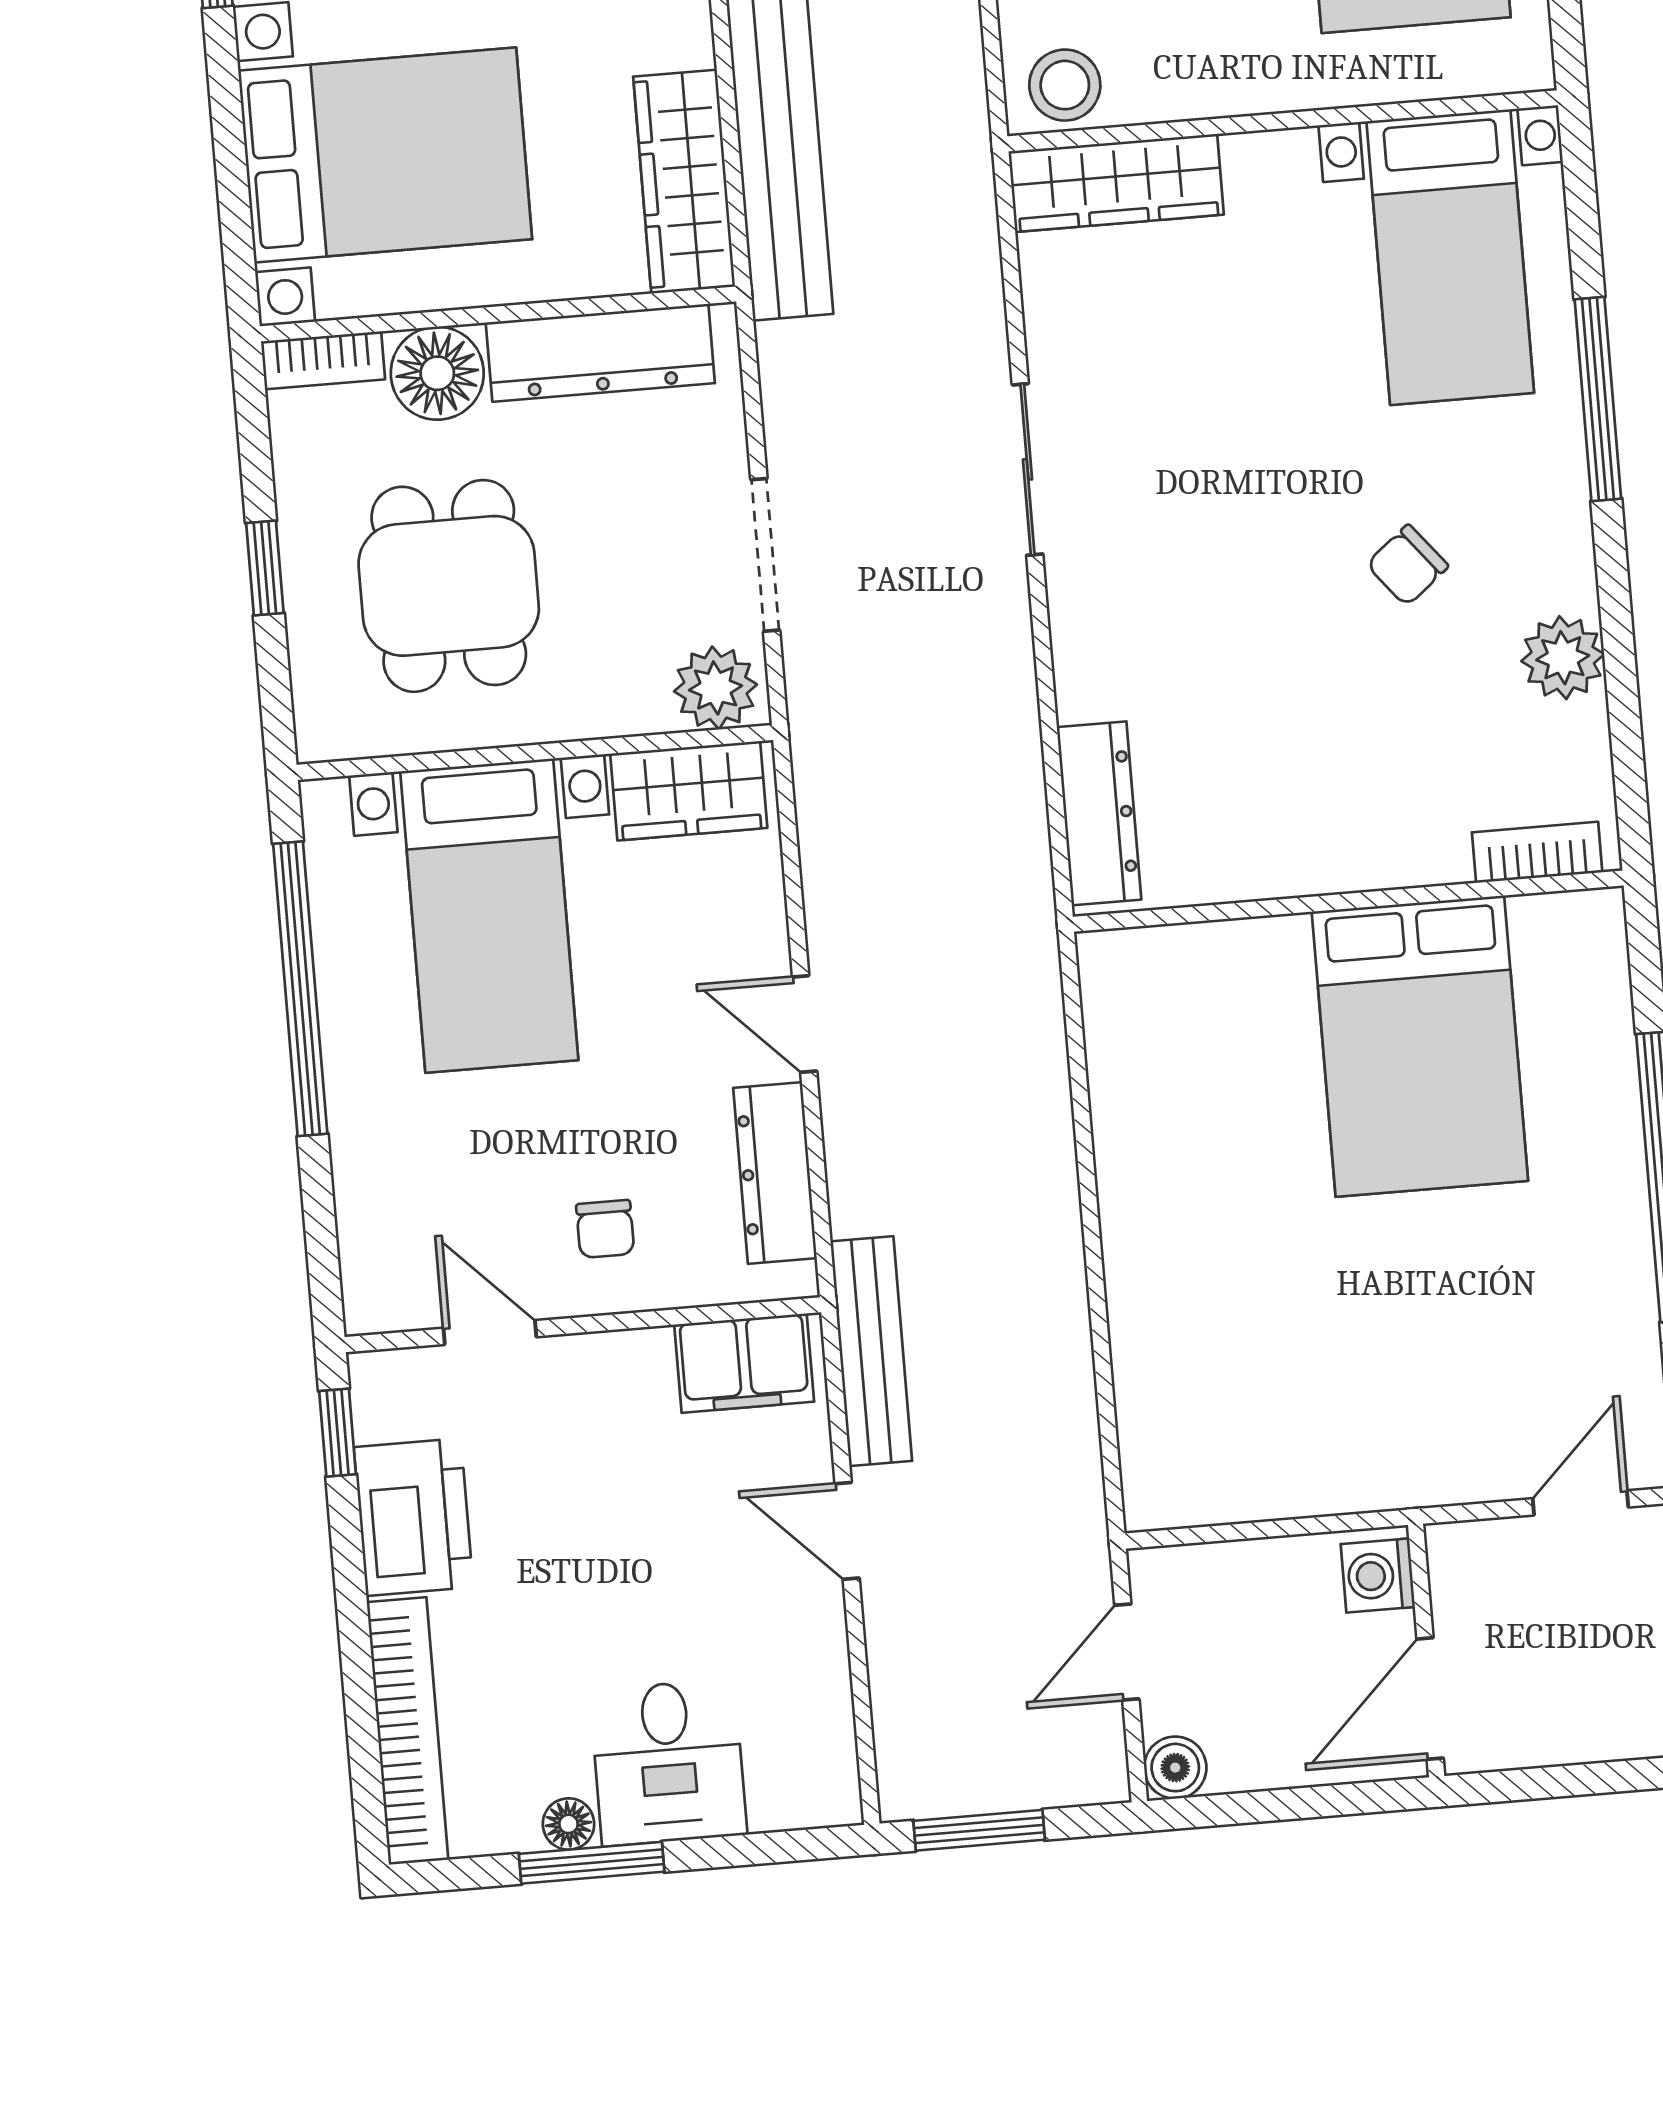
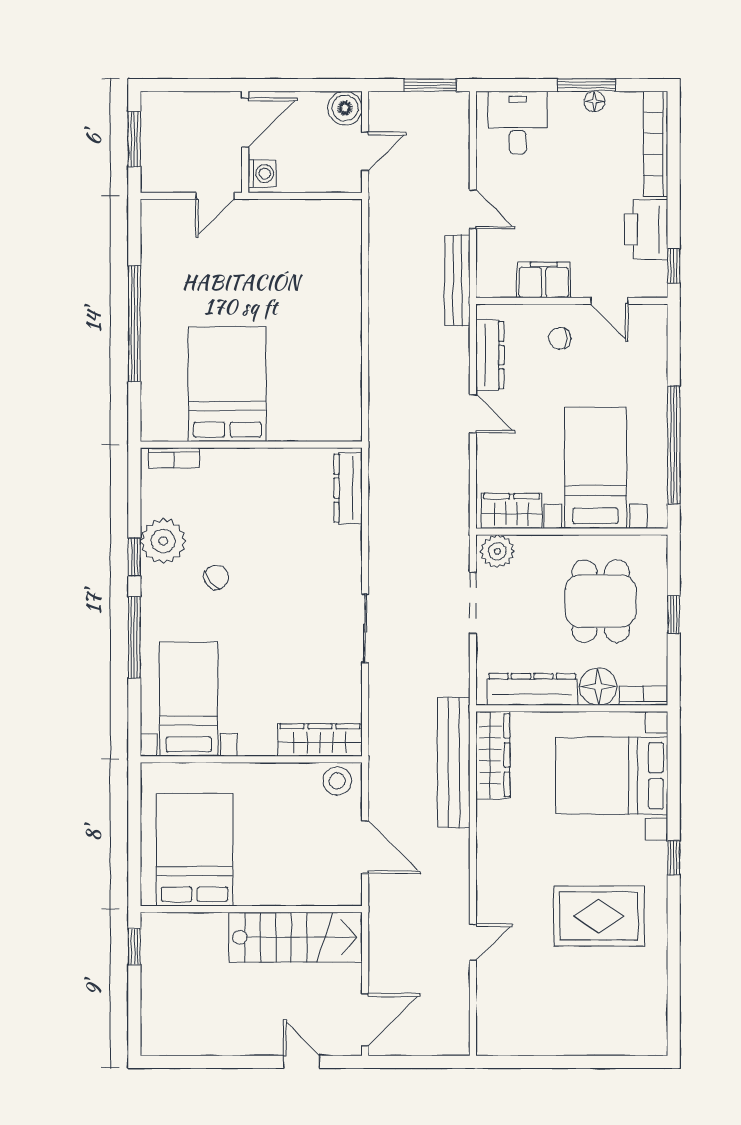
window: (1615, 598) -> (134, 557), added
plant: (1563, 658) -> (163, 541), width x1.36, depth x1.36
chair: (605, 1229) -> (560, 338), turned -90
filing cabinet: (744, 1363) -> (544, 280), moved
door: (1581, 1503) -> (215, 196), moved
desk: (668, 1762) -> (518, 123), moved
boiler: (1175, 1768) -> (345, 108), width x1.36, depth x1.36

